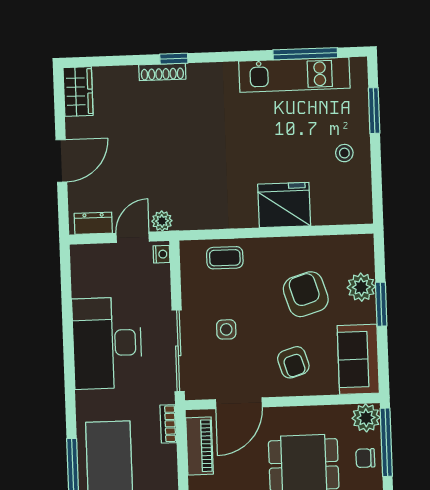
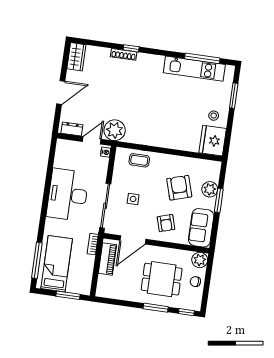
fridge: (284, 205) -> (213, 141), moved, turned -90
plant: (162, 221) -> (115, 130), width x1.87, depth x1.87
window: (386, 442) -> (208, 275), removed

